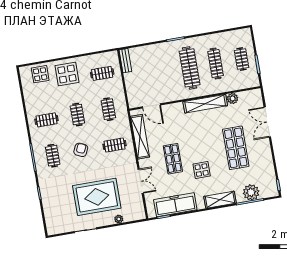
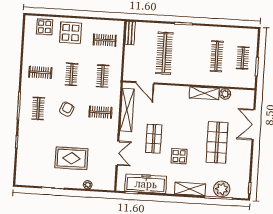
clothes rail: (190, 68) -> (164, 53), moved
shelving: (205, 104) -> (204, 93), width x0.68
rug: (97, 197) -> (71, 158), width x0.73, depth x0.69

